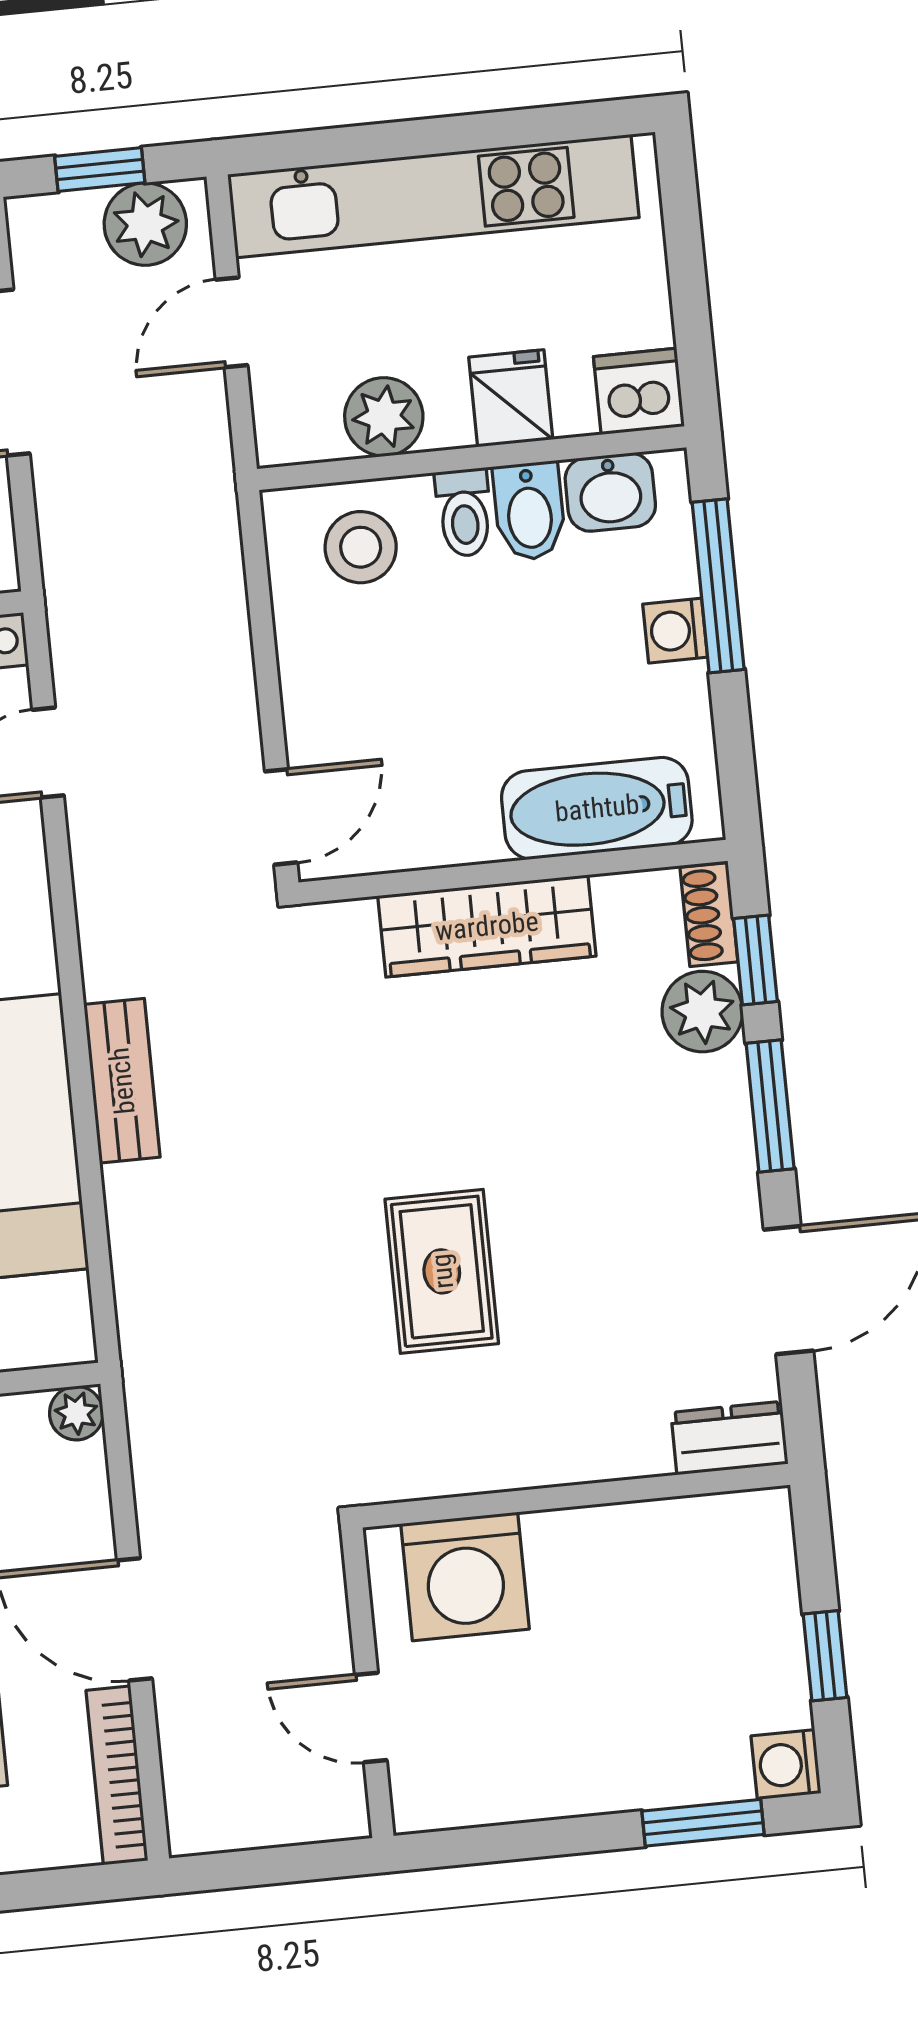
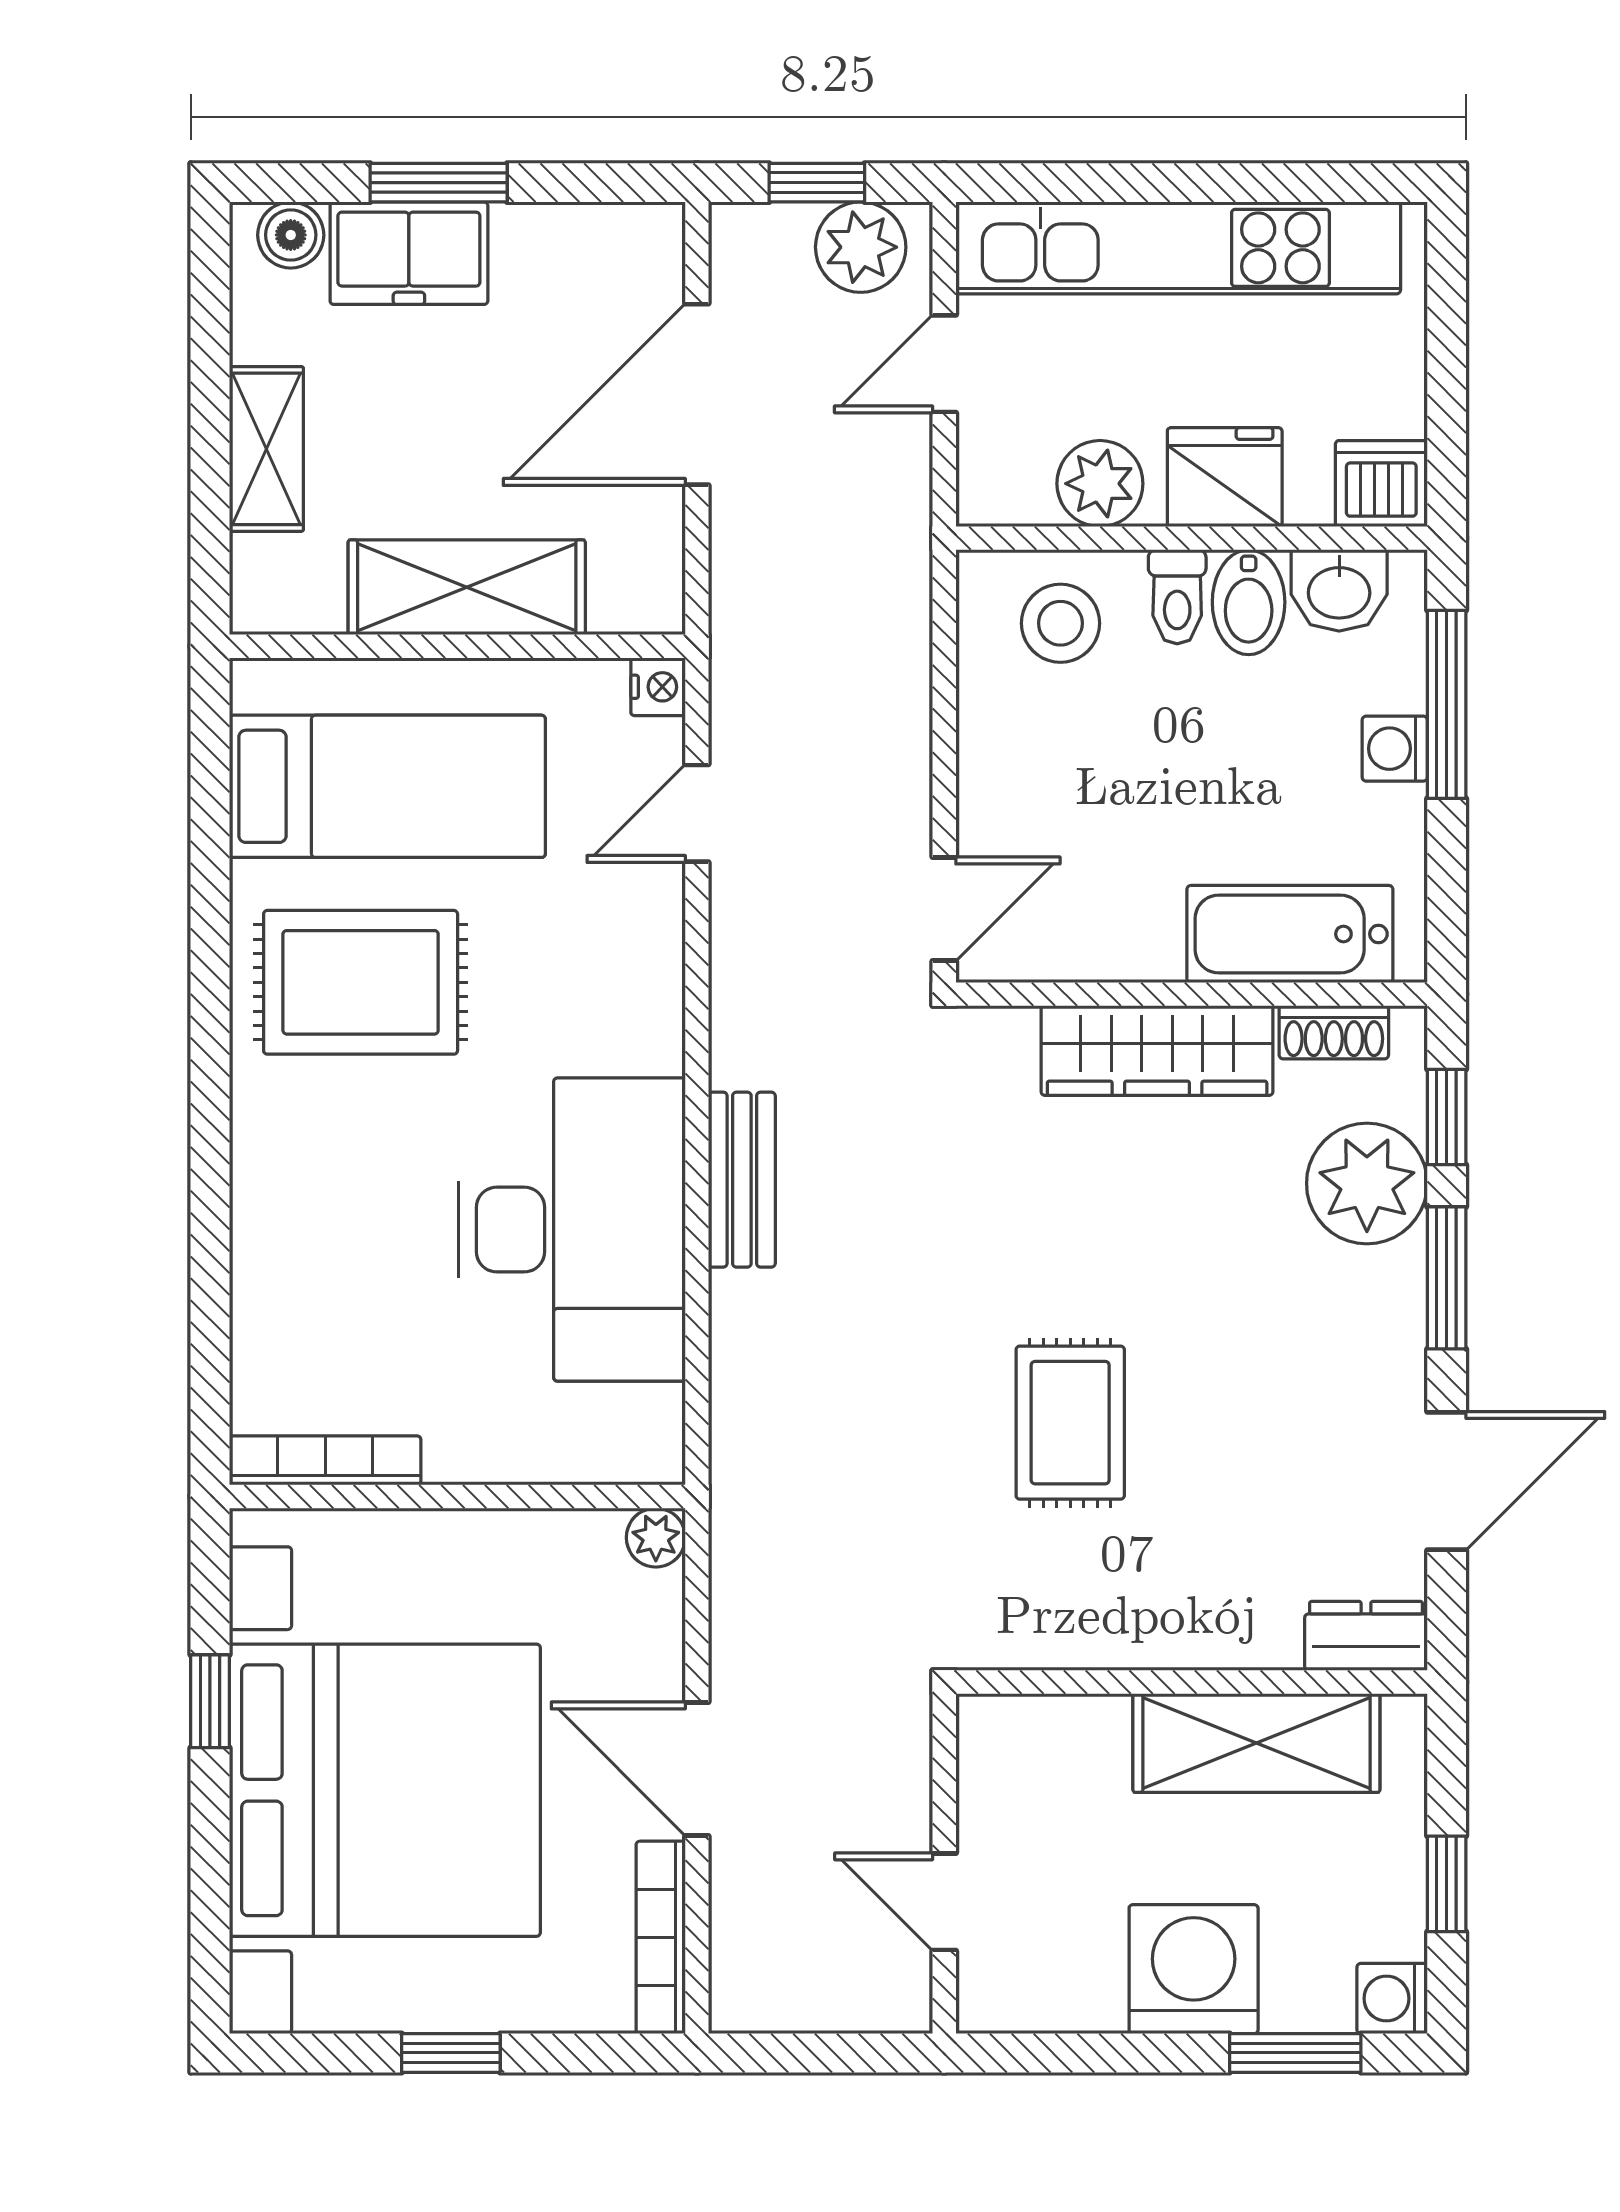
fridge: (511, 398) -> (1225, 477), width x1.38
shoe rack: (709, 915) -> (1334, 1032), moved, turned -90
plant: (702, 1012) -> (1367, 1183), width x1.36, depth x1.36
shelving: (640, 1545) -> (1256, 1743), added
washing machine: (465, 1576) -> (1194, 1969), moved, turned 180

